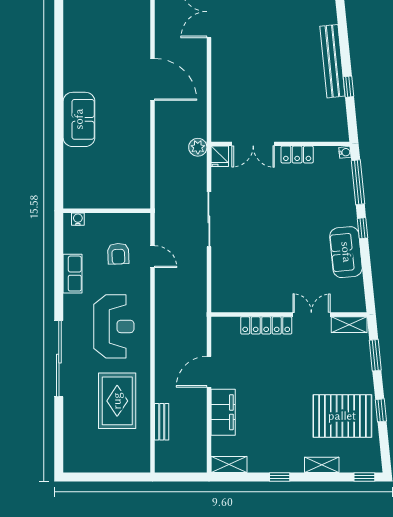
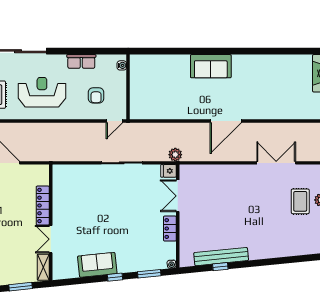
bench: (332, 61) -> (221, 257), moved
sofa: (79, 119) -> (211, 66), moved
window: (358, 182) -> (149, 274), width x0.69
armchair: (118, 254) -> (96, 95), turned -88
door: (153, 257) -> (114, 121), moved
double door: (311, 315) -> (51, 239), swing flipped
reception desk: (114, 326) -> (42, 92), turned 180

